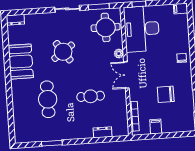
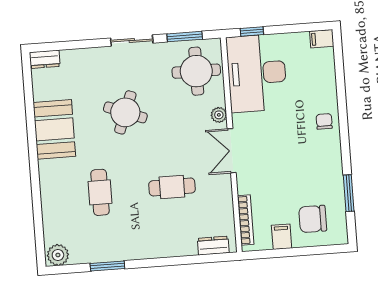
round table: (63, 52) -> (125, 112), turned -34
chair: (166, 94) -> (313, 219), moved
cafe table: (48, 99) -> (100, 192), width x0.73, depth x0.74
dresser: (103, 132) -> (213, 246), moved
plant: (22, 136) -> (58, 255), added

